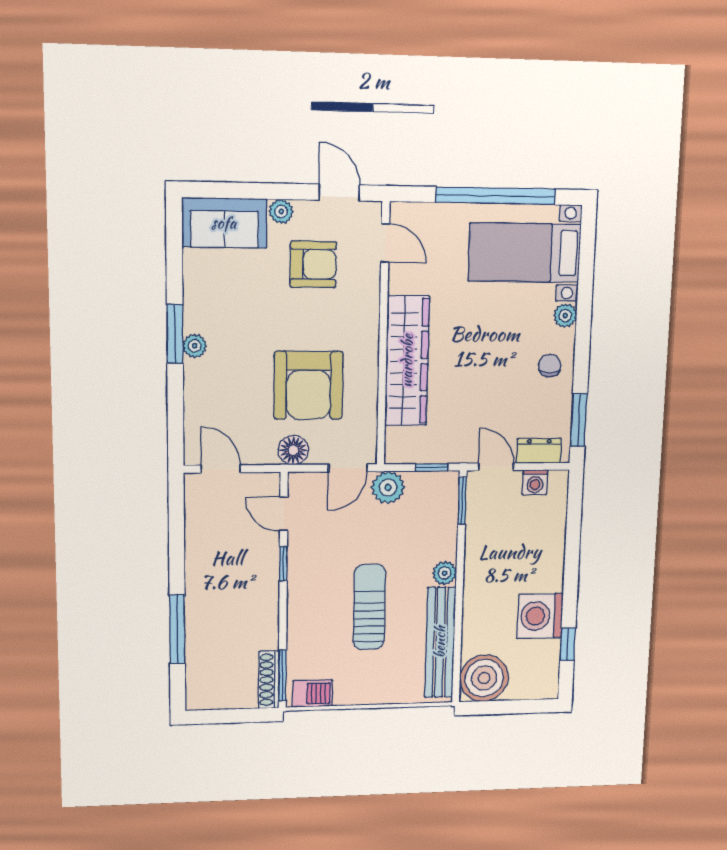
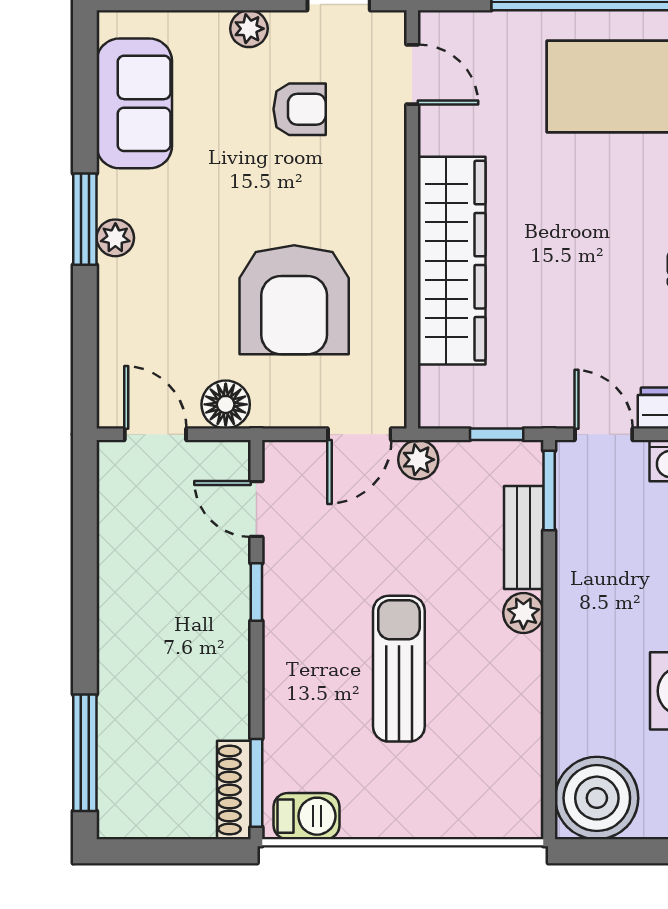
sofa: (224, 223) -> (134, 103), moved, turned -90
armchair: (313, 264) -> (300, 109), width x0.72, depth x0.72
floor lamp: (293, 450) -> (226, 404), moved
plant: (388, 487) -> (418, 460), width x0.73, depth x0.73
window: (177, 629) -> (85, 753), moved
bench: (440, 642) -> (524, 537), moved, width x0.54, depth x0.82

